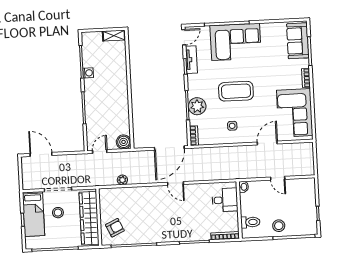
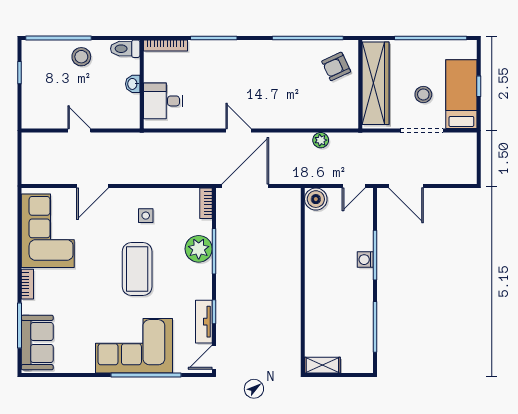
washing machine: (88, 73) -> (365, 260), moved
coffee table: (236, 91) -> (137, 269), turned 90
door: (41, 154) -> (406, 186), moved
washbasin: (244, 187) -> (133, 84), moved
toilet: (250, 222) -> (125, 49), moved

